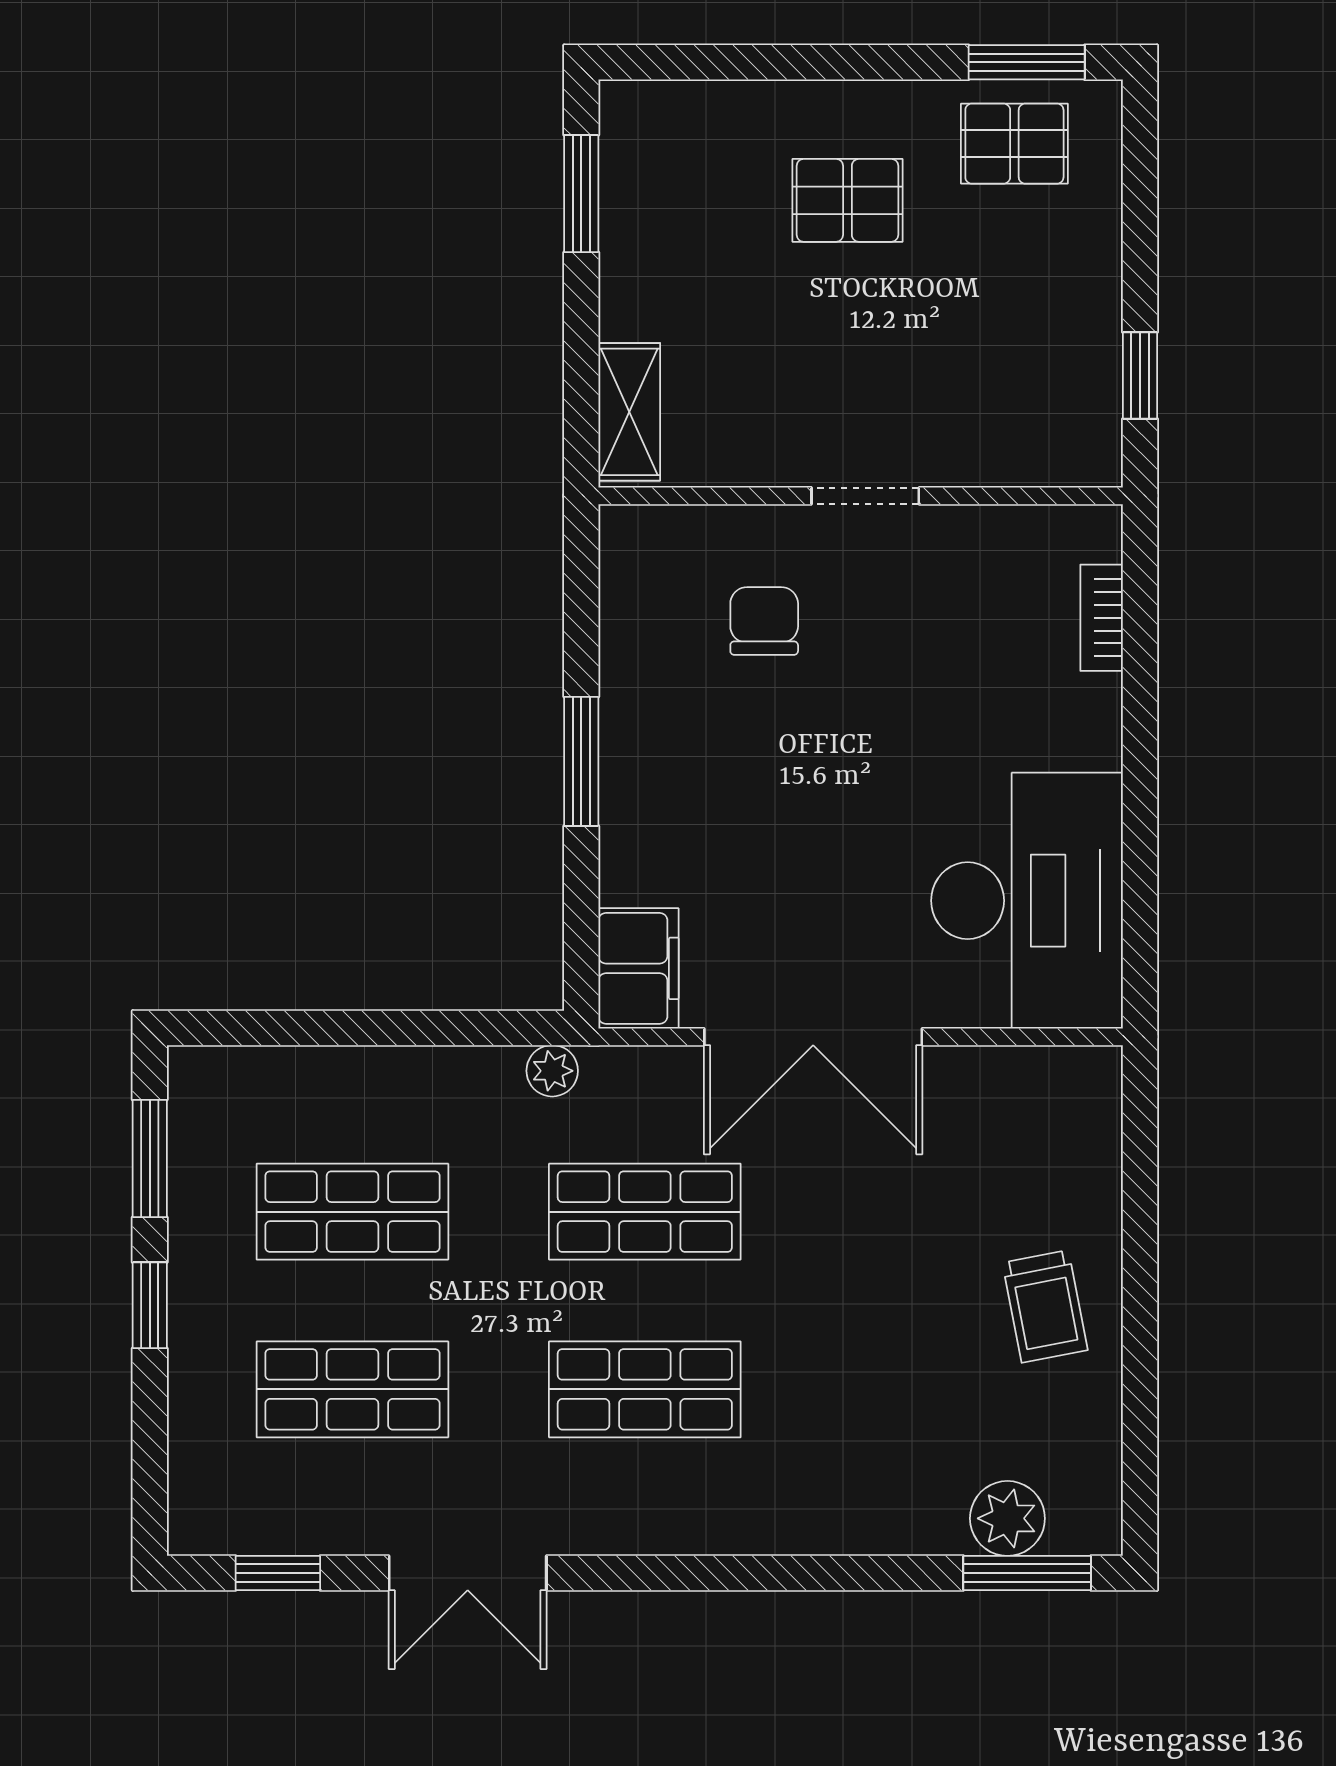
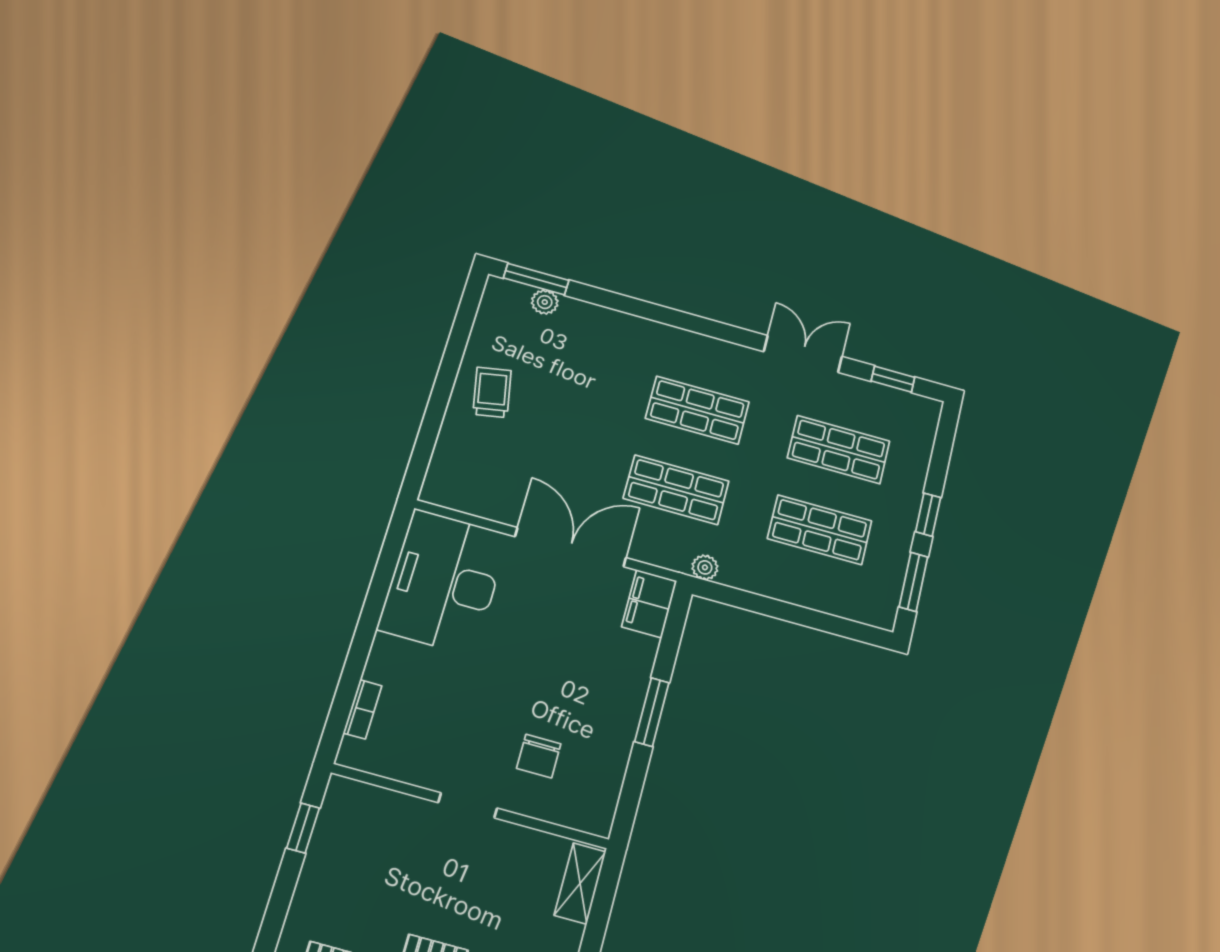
plant: (1007, 1518) -> (545, 302), width x0.73, depth x0.73

